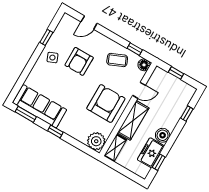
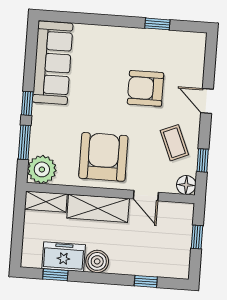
door: (89, 23) -> (207, 101), moved
side table: (52, 58) -> (132, 47), removed
armchair: (106, 103) -> (103, 157), turned -90
window: (26, 114) -> (24, 142), moved

